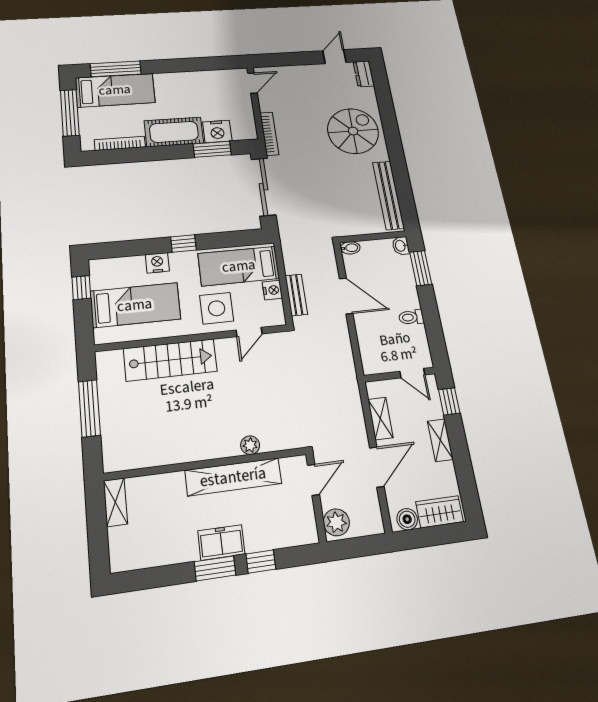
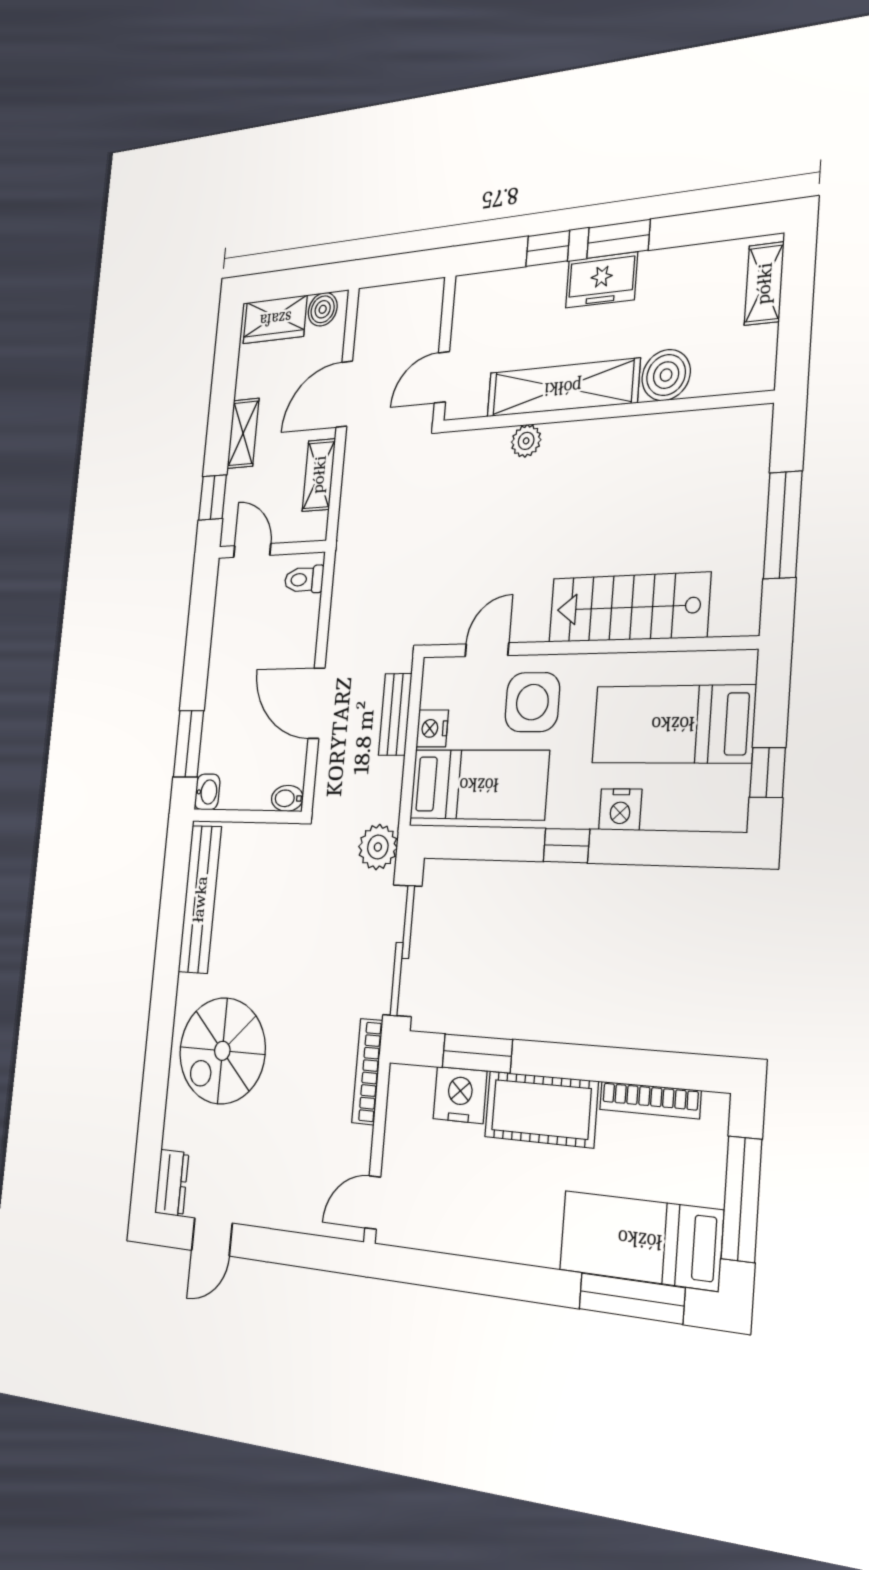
toilet: (411, 317) -> (304, 579), moved, turned 180
boiler: (170, 487) -> (666, 375), added
shelving: (115, 502) -> (764, 284), moved
plant: (336, 522) -> (378, 847), moved

